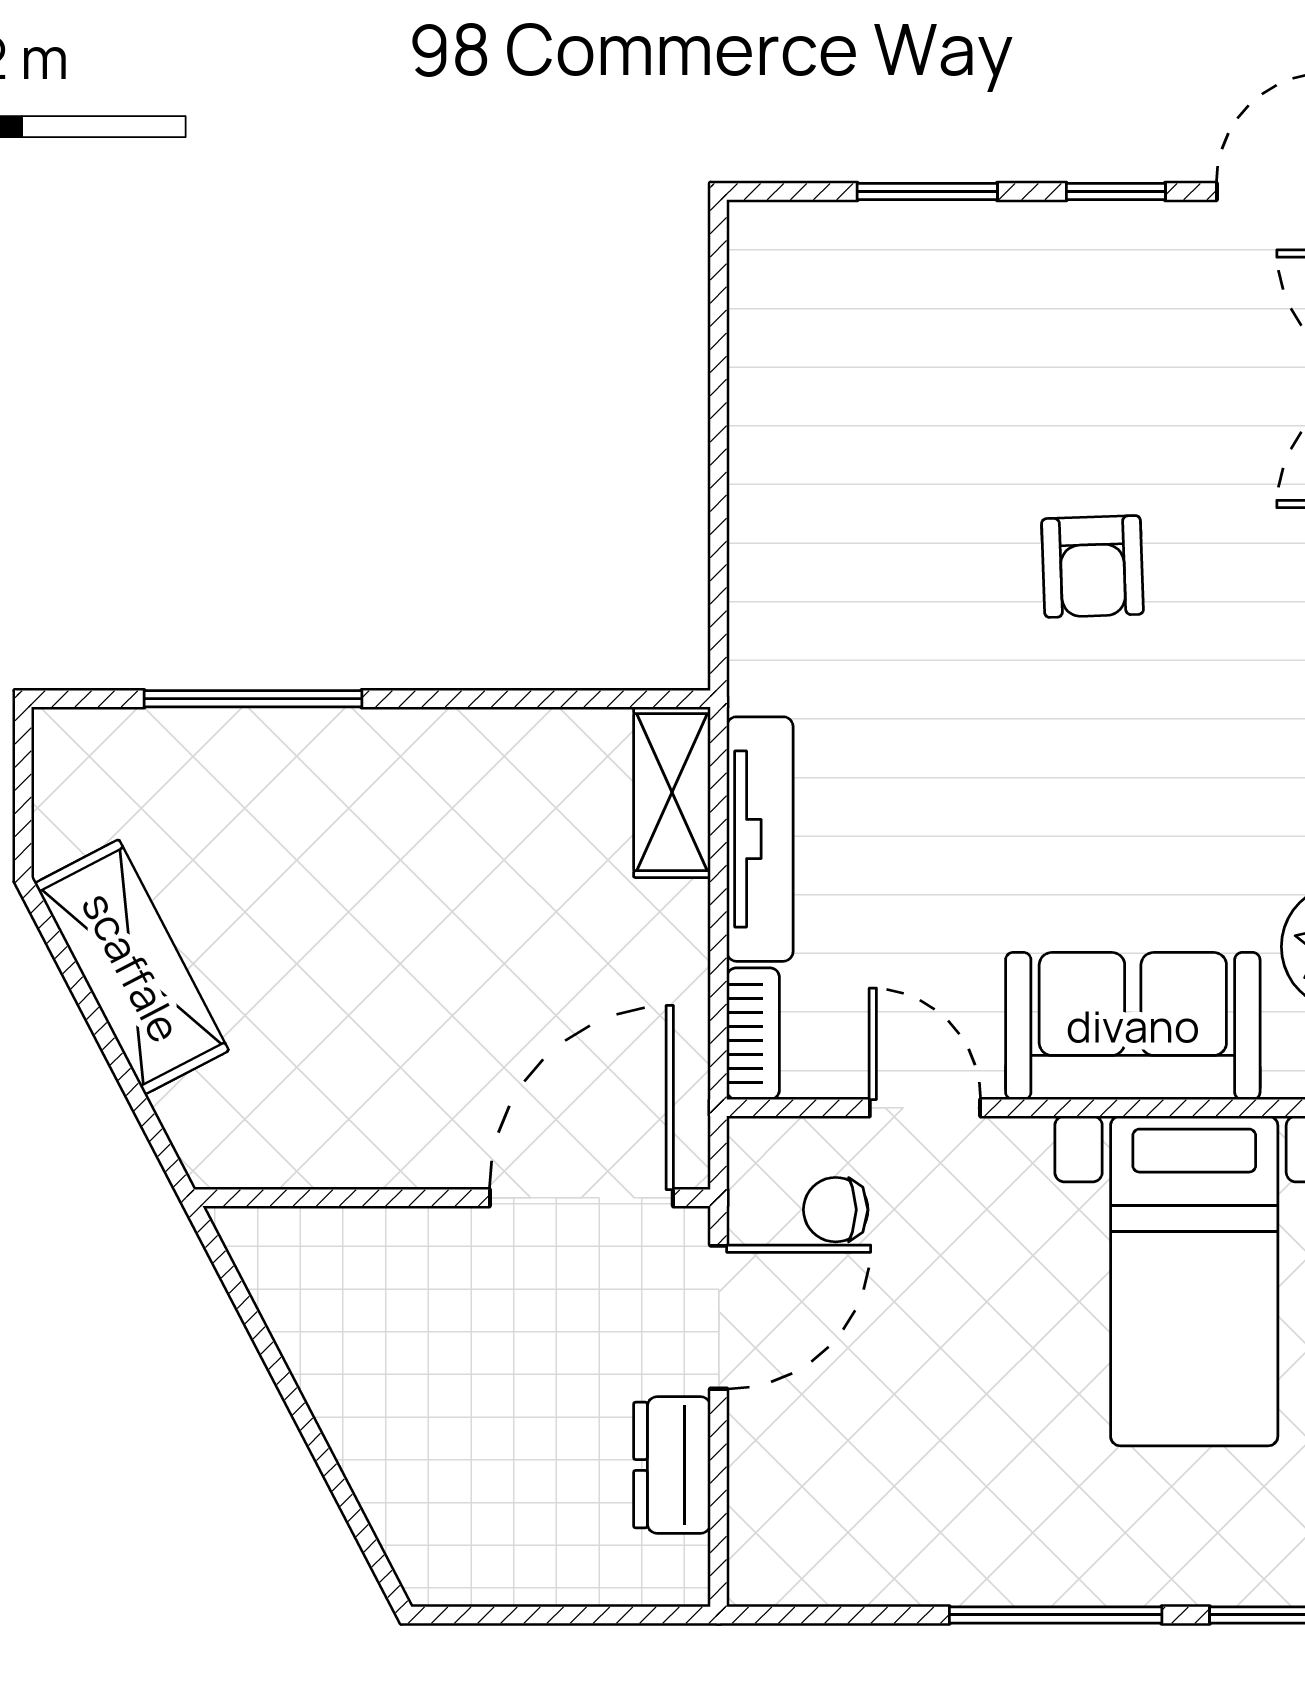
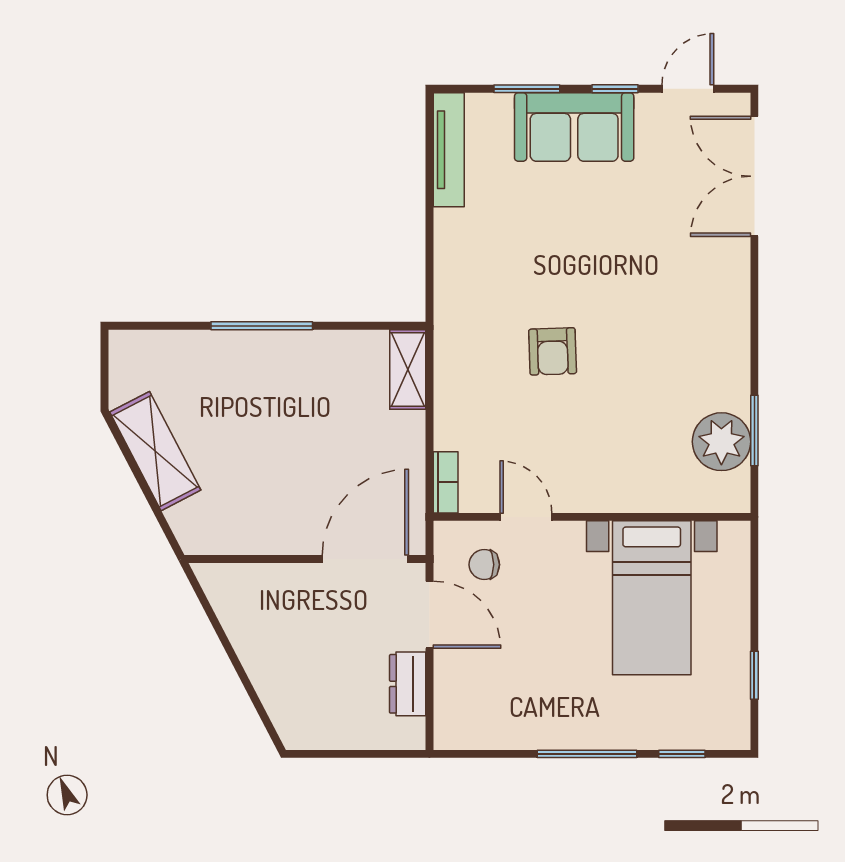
armchair: (1093, 566) -> (553, 351), moved
window: (253, 699) -> (262, 326), moved
tv unit: (760, 839) -> (449, 150), moved
sofa: (1133, 1026) -> (574, 127), moved, turned 180
door: (719, 1317) -> (429, 615), hinge flipped

